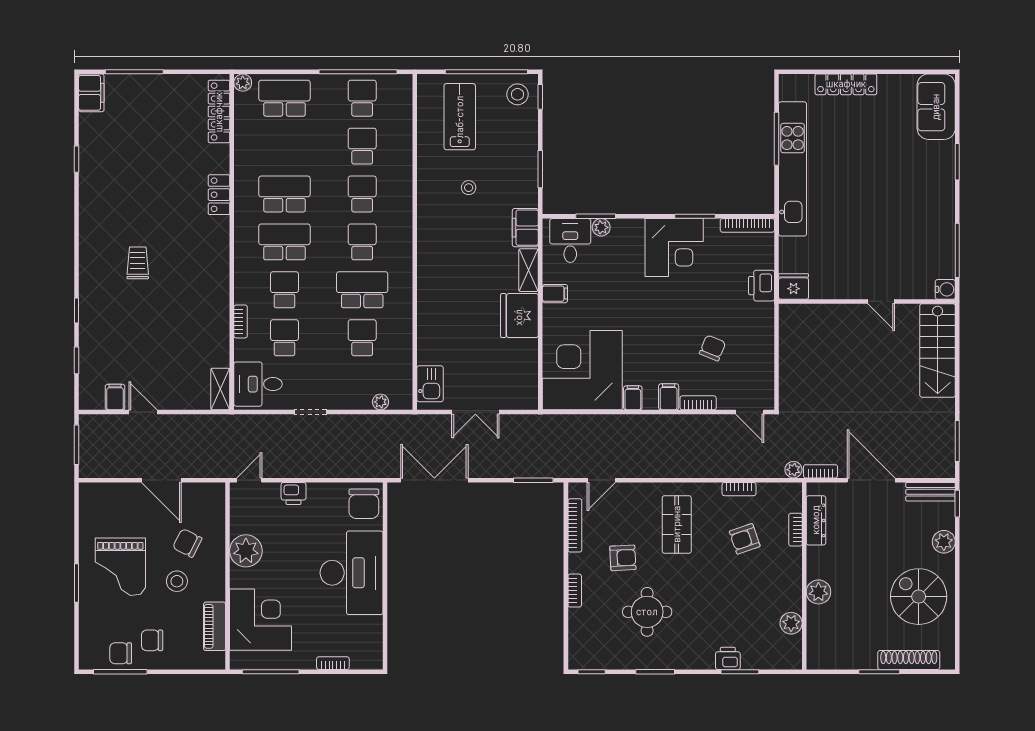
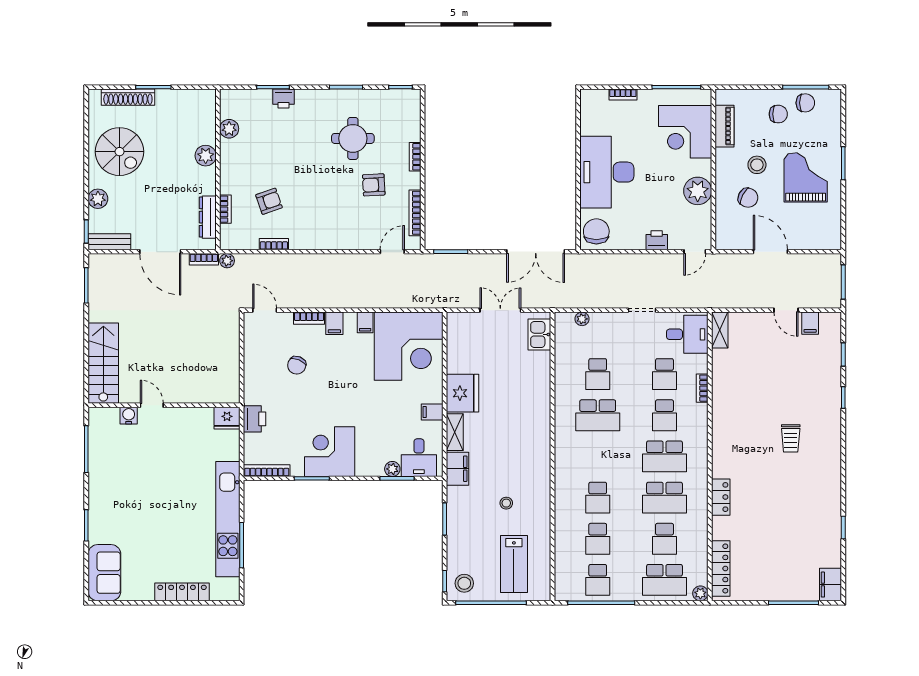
school desk: (362, 242) -> (664, 539), moved
water cooler: (945, 289) -> (129, 416), moved, turned 90
shop shelf: (677, 524) -> (327, 214), removed

